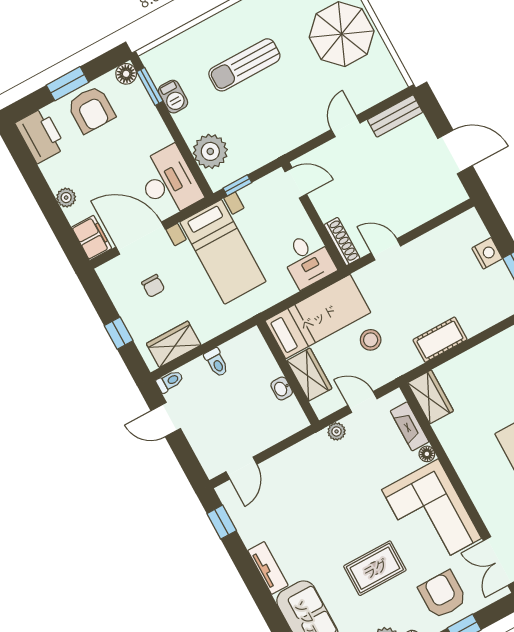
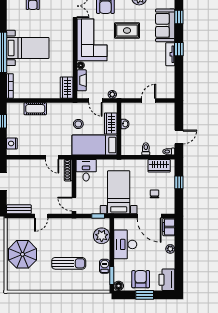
desk: (169, 182) -> (125, 244), moved
nightstand: (487, 253) -> (12, 143), moved
cot: (440, 340) -> (35, 109), moved
door: (166, 420) -> (179, 137), hinge flipped
door: (241, 468) -> (148, 101), moved
window: (222, 522) -> (179, 49), moved

